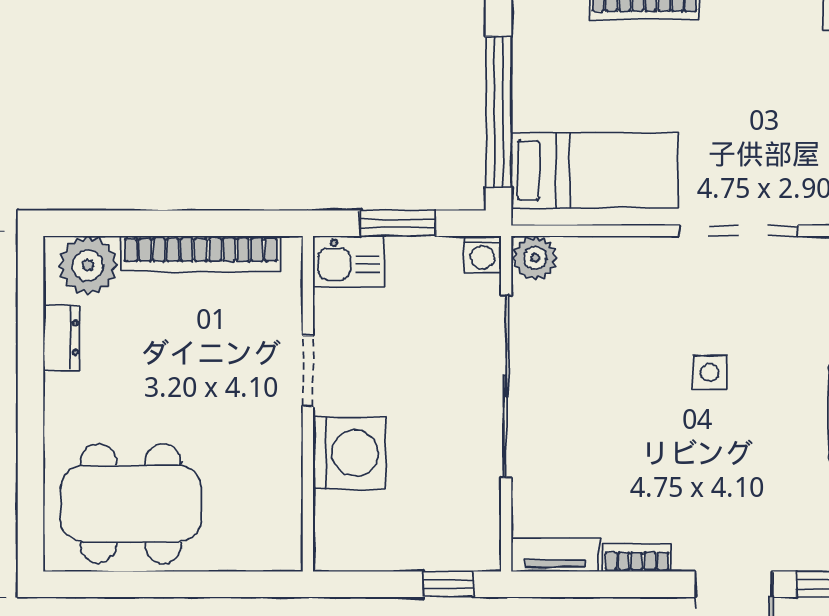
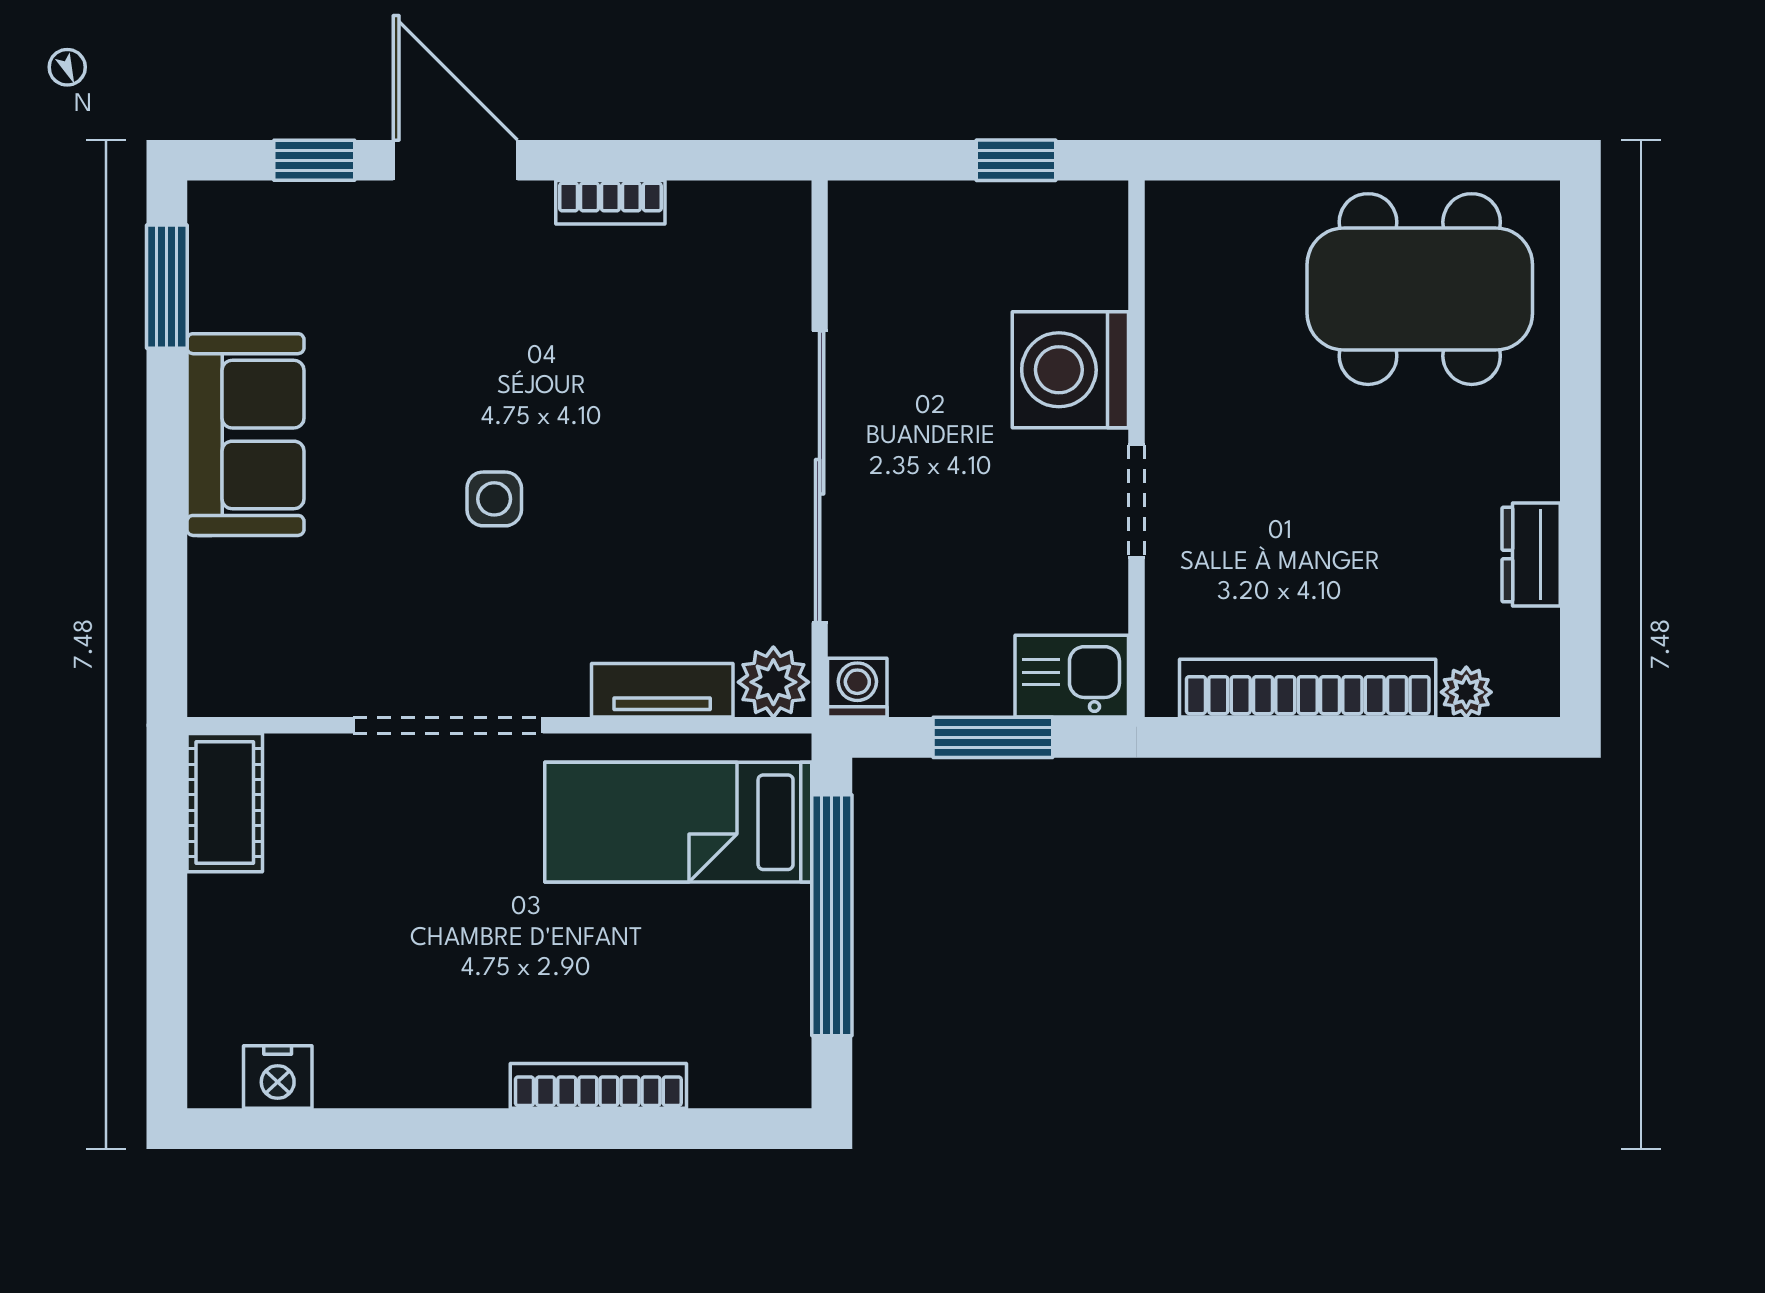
plant: (88, 265) -> (1466, 692), width x0.53, depth x0.53
tv unit: (555, 555) -> (662, 690), moved, turned 180
window: (448, 584) -> (1016, 160), moved

